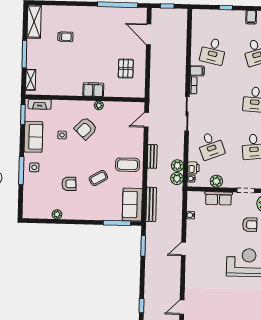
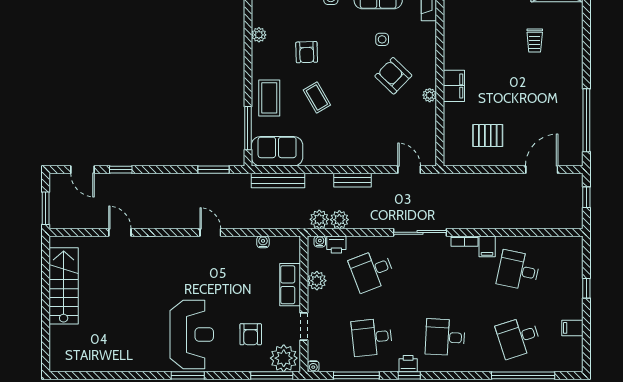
coffee table: (127, 165) -> (269, 98), moved

